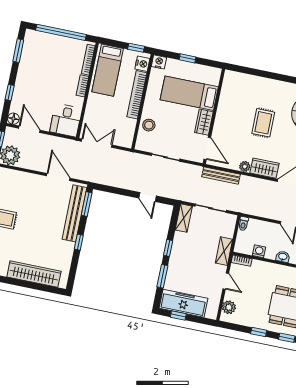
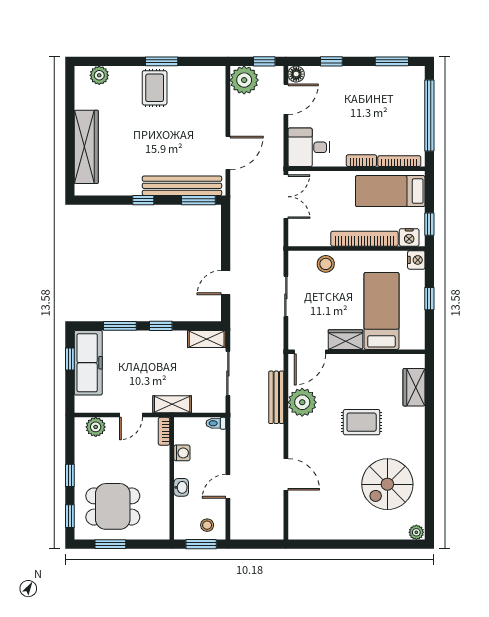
plant: (245, 166) -> (302, 402), width x1.88, depth x1.88
wardrobe: (264, 168) -> (414, 387), moved, turned 180
bench: (221, 176) -> (276, 397), moved

